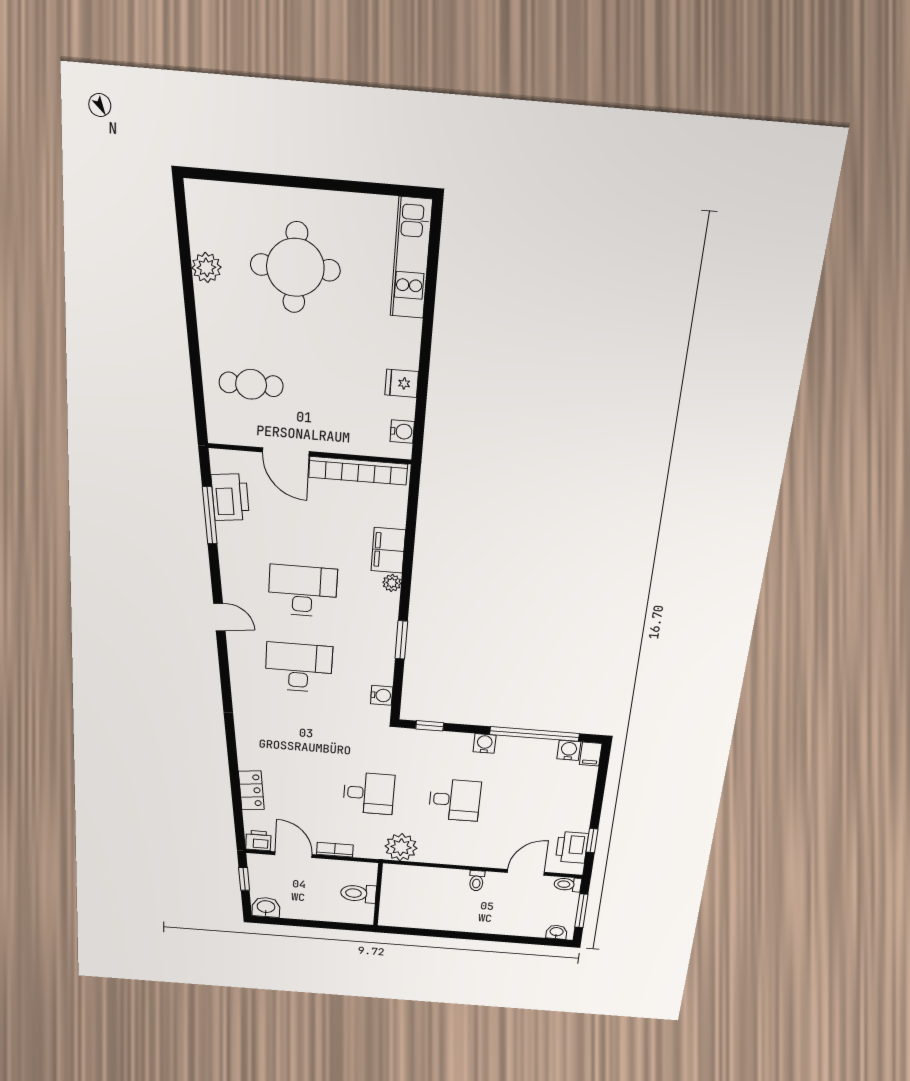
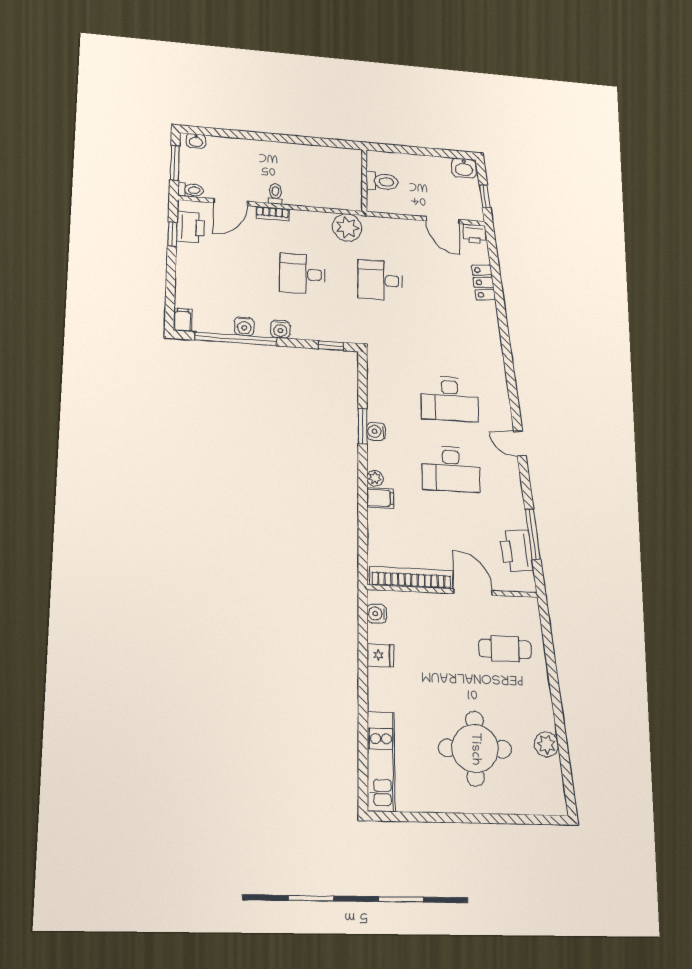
filing cabinet: (388, 550) -> (380, 498), width x0.50
water cooler: (382, 695) -> (376, 431), moved
water cooler: (569, 750) -> (244, 326), moved
bookcase: (335, 850) -> (273, 214), moved

